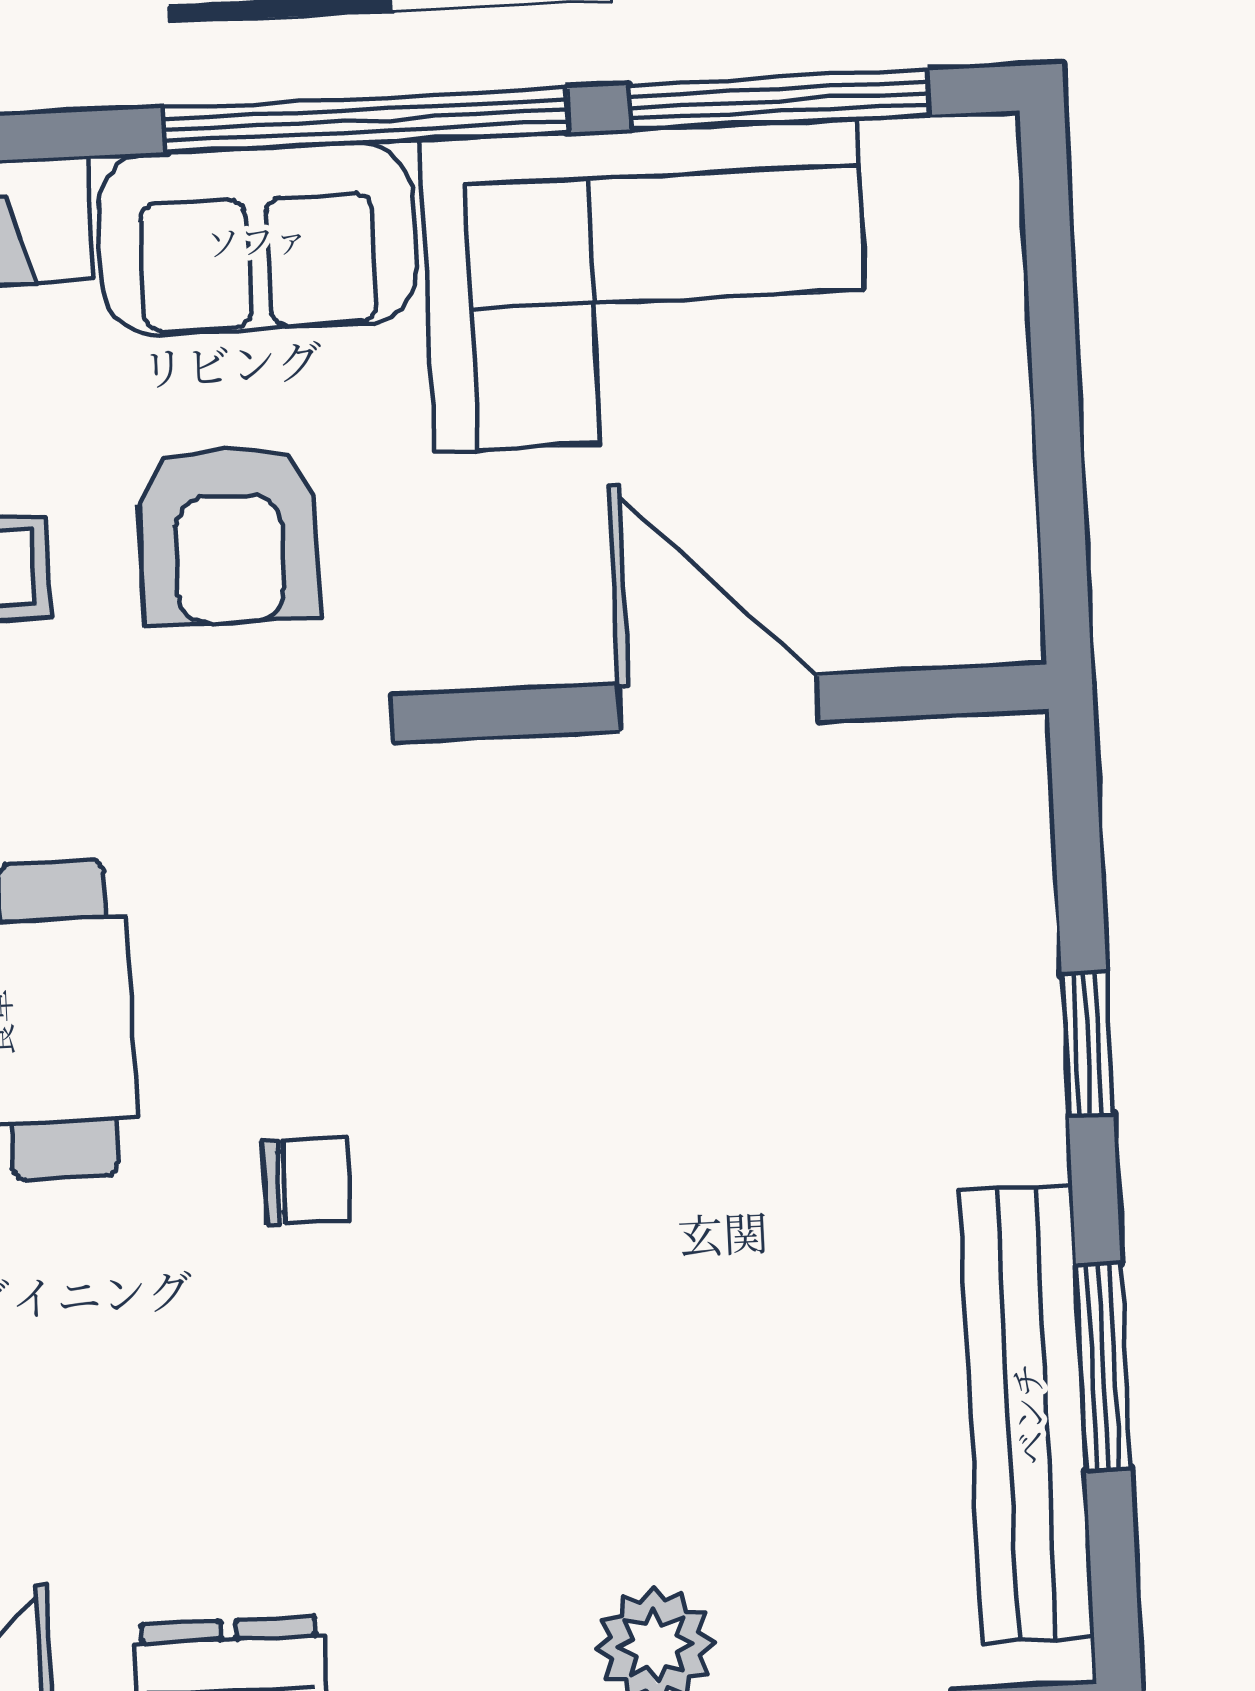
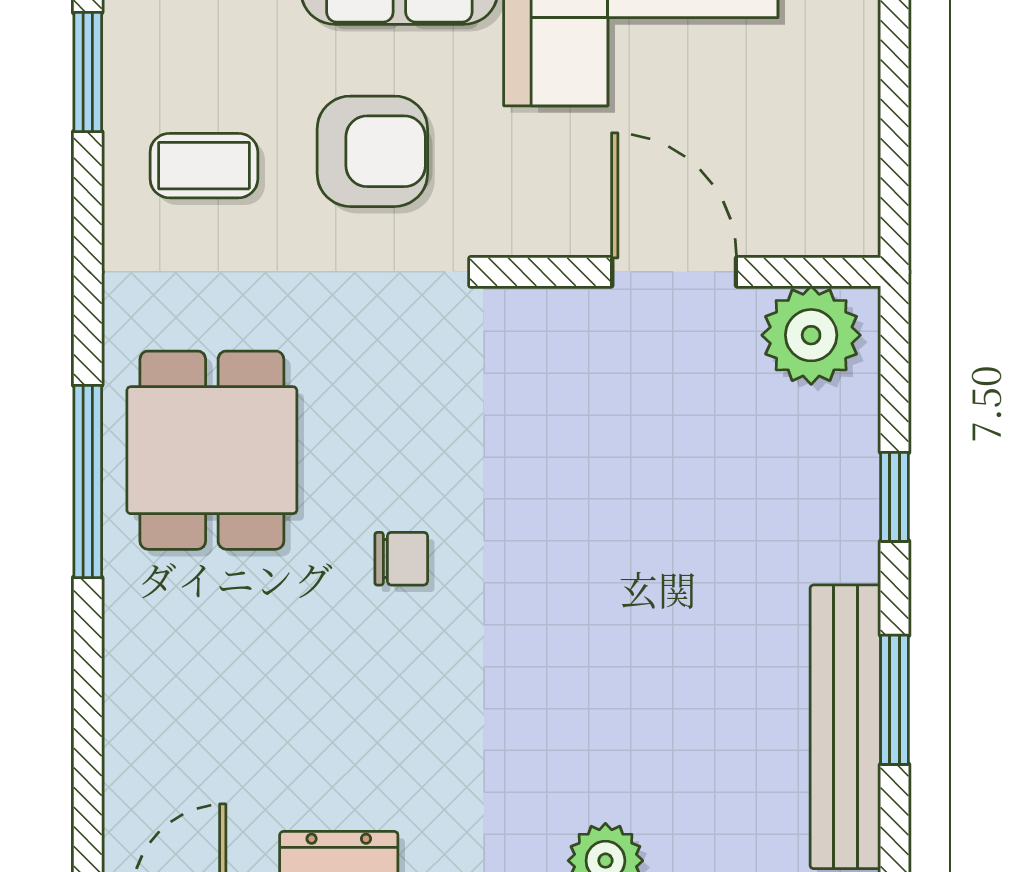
armchair: (229, 534) -> (372, 151), turned -90
plant: (942, 793) -> (811, 335), added

